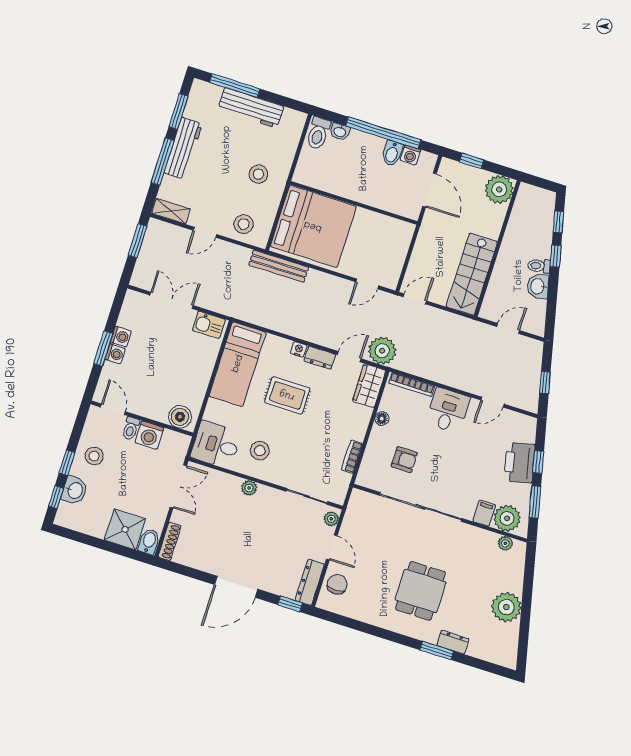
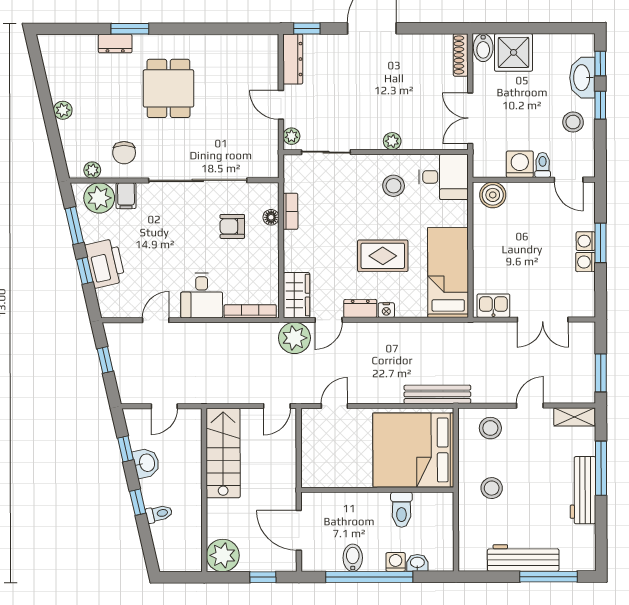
window: (178, 111) -> (601, 529), removed
toilet: (318, 133) -> (401, 510), moved, turned 180
washing machine: (410, 155) -> (396, 562), moved
window: (558, 222) -> (126, 449), moved
toilet: (539, 266) -> (159, 514), moved
floor lamp: (382, 419) -> (271, 217), moved
washbasin: (75, 490) -> (582, 78), width x1.38
chair: (337, 584) -> (124, 153), moved
plant: (506, 607) -> (63, 110), width x0.53, depth x0.53

